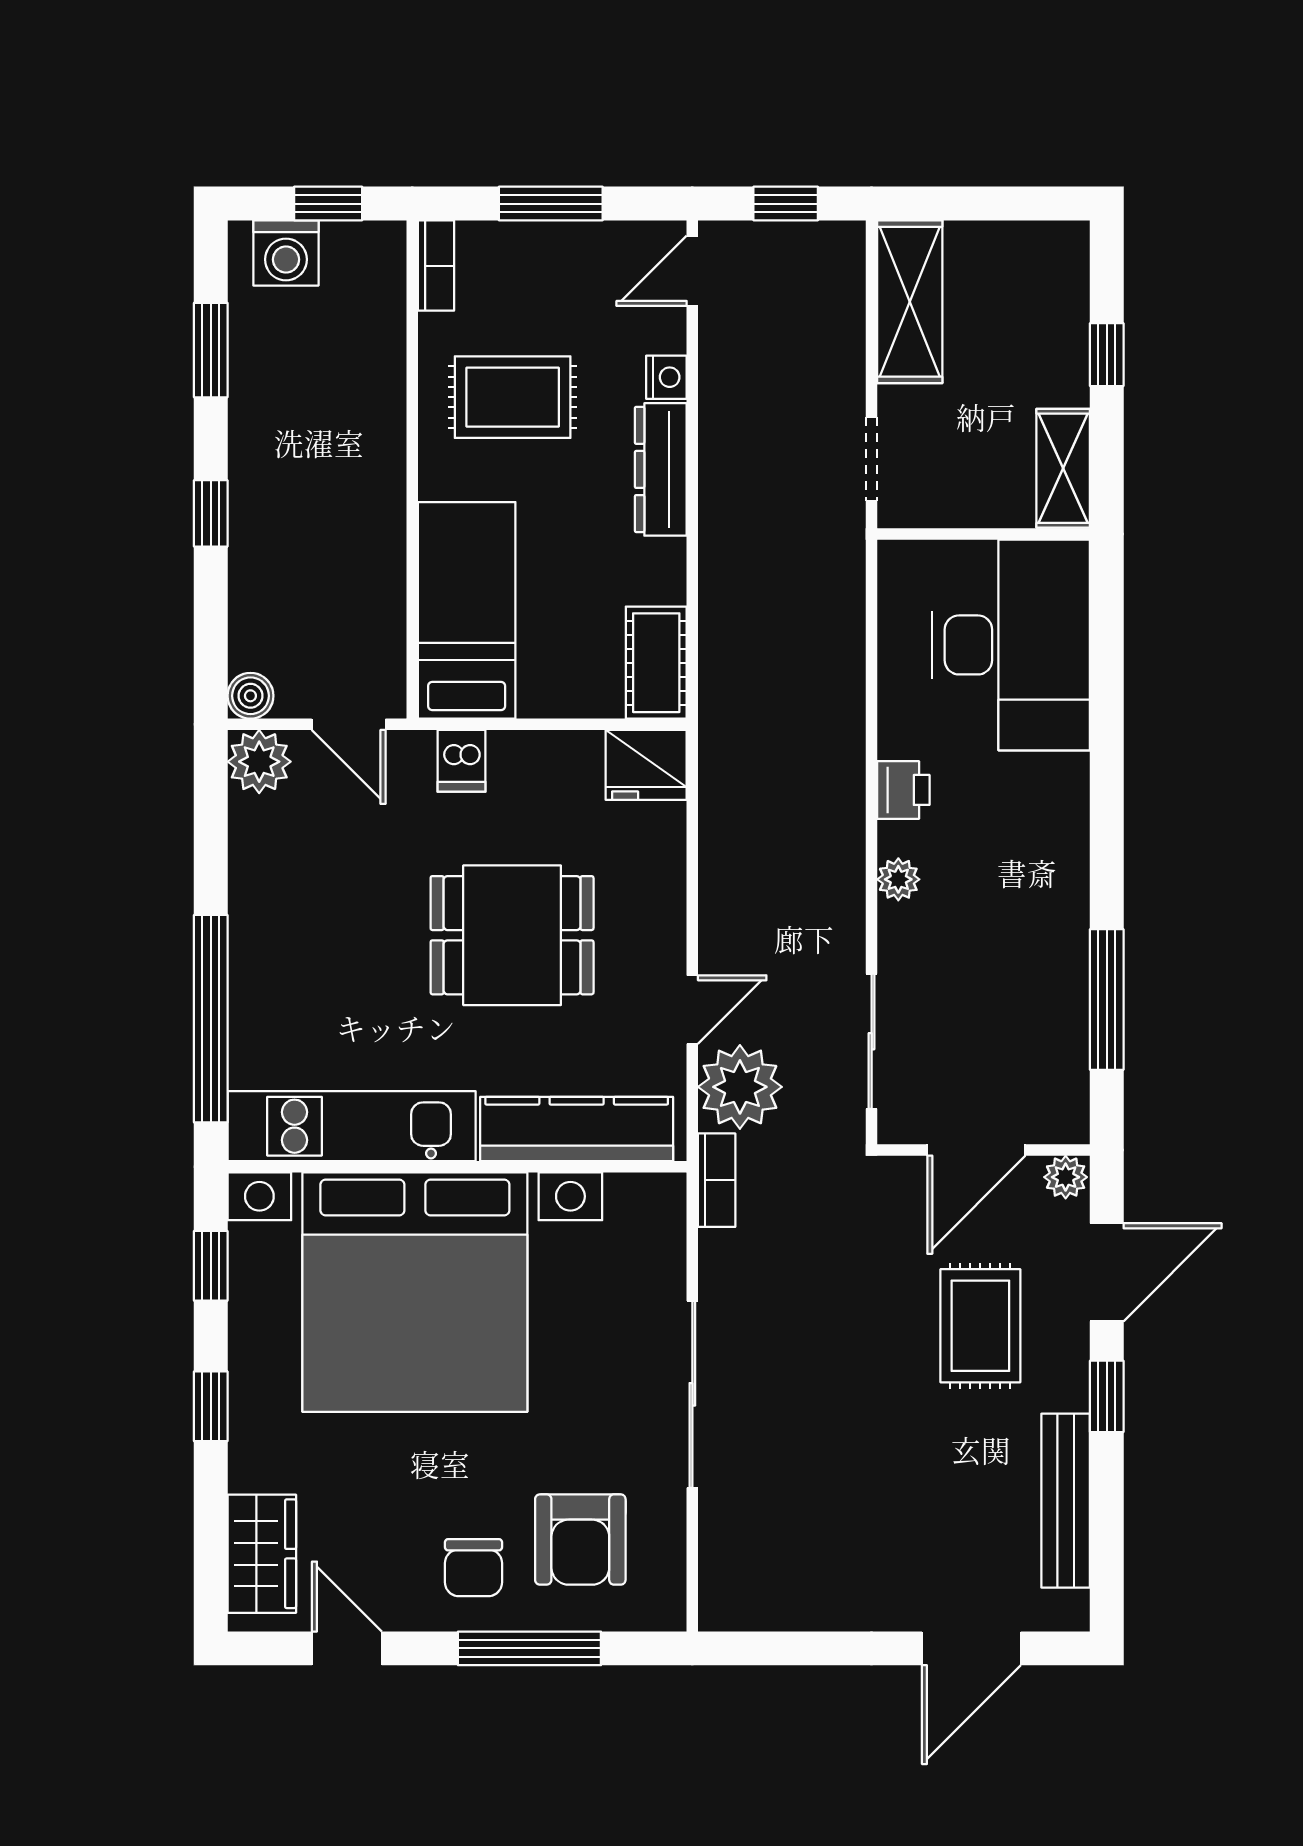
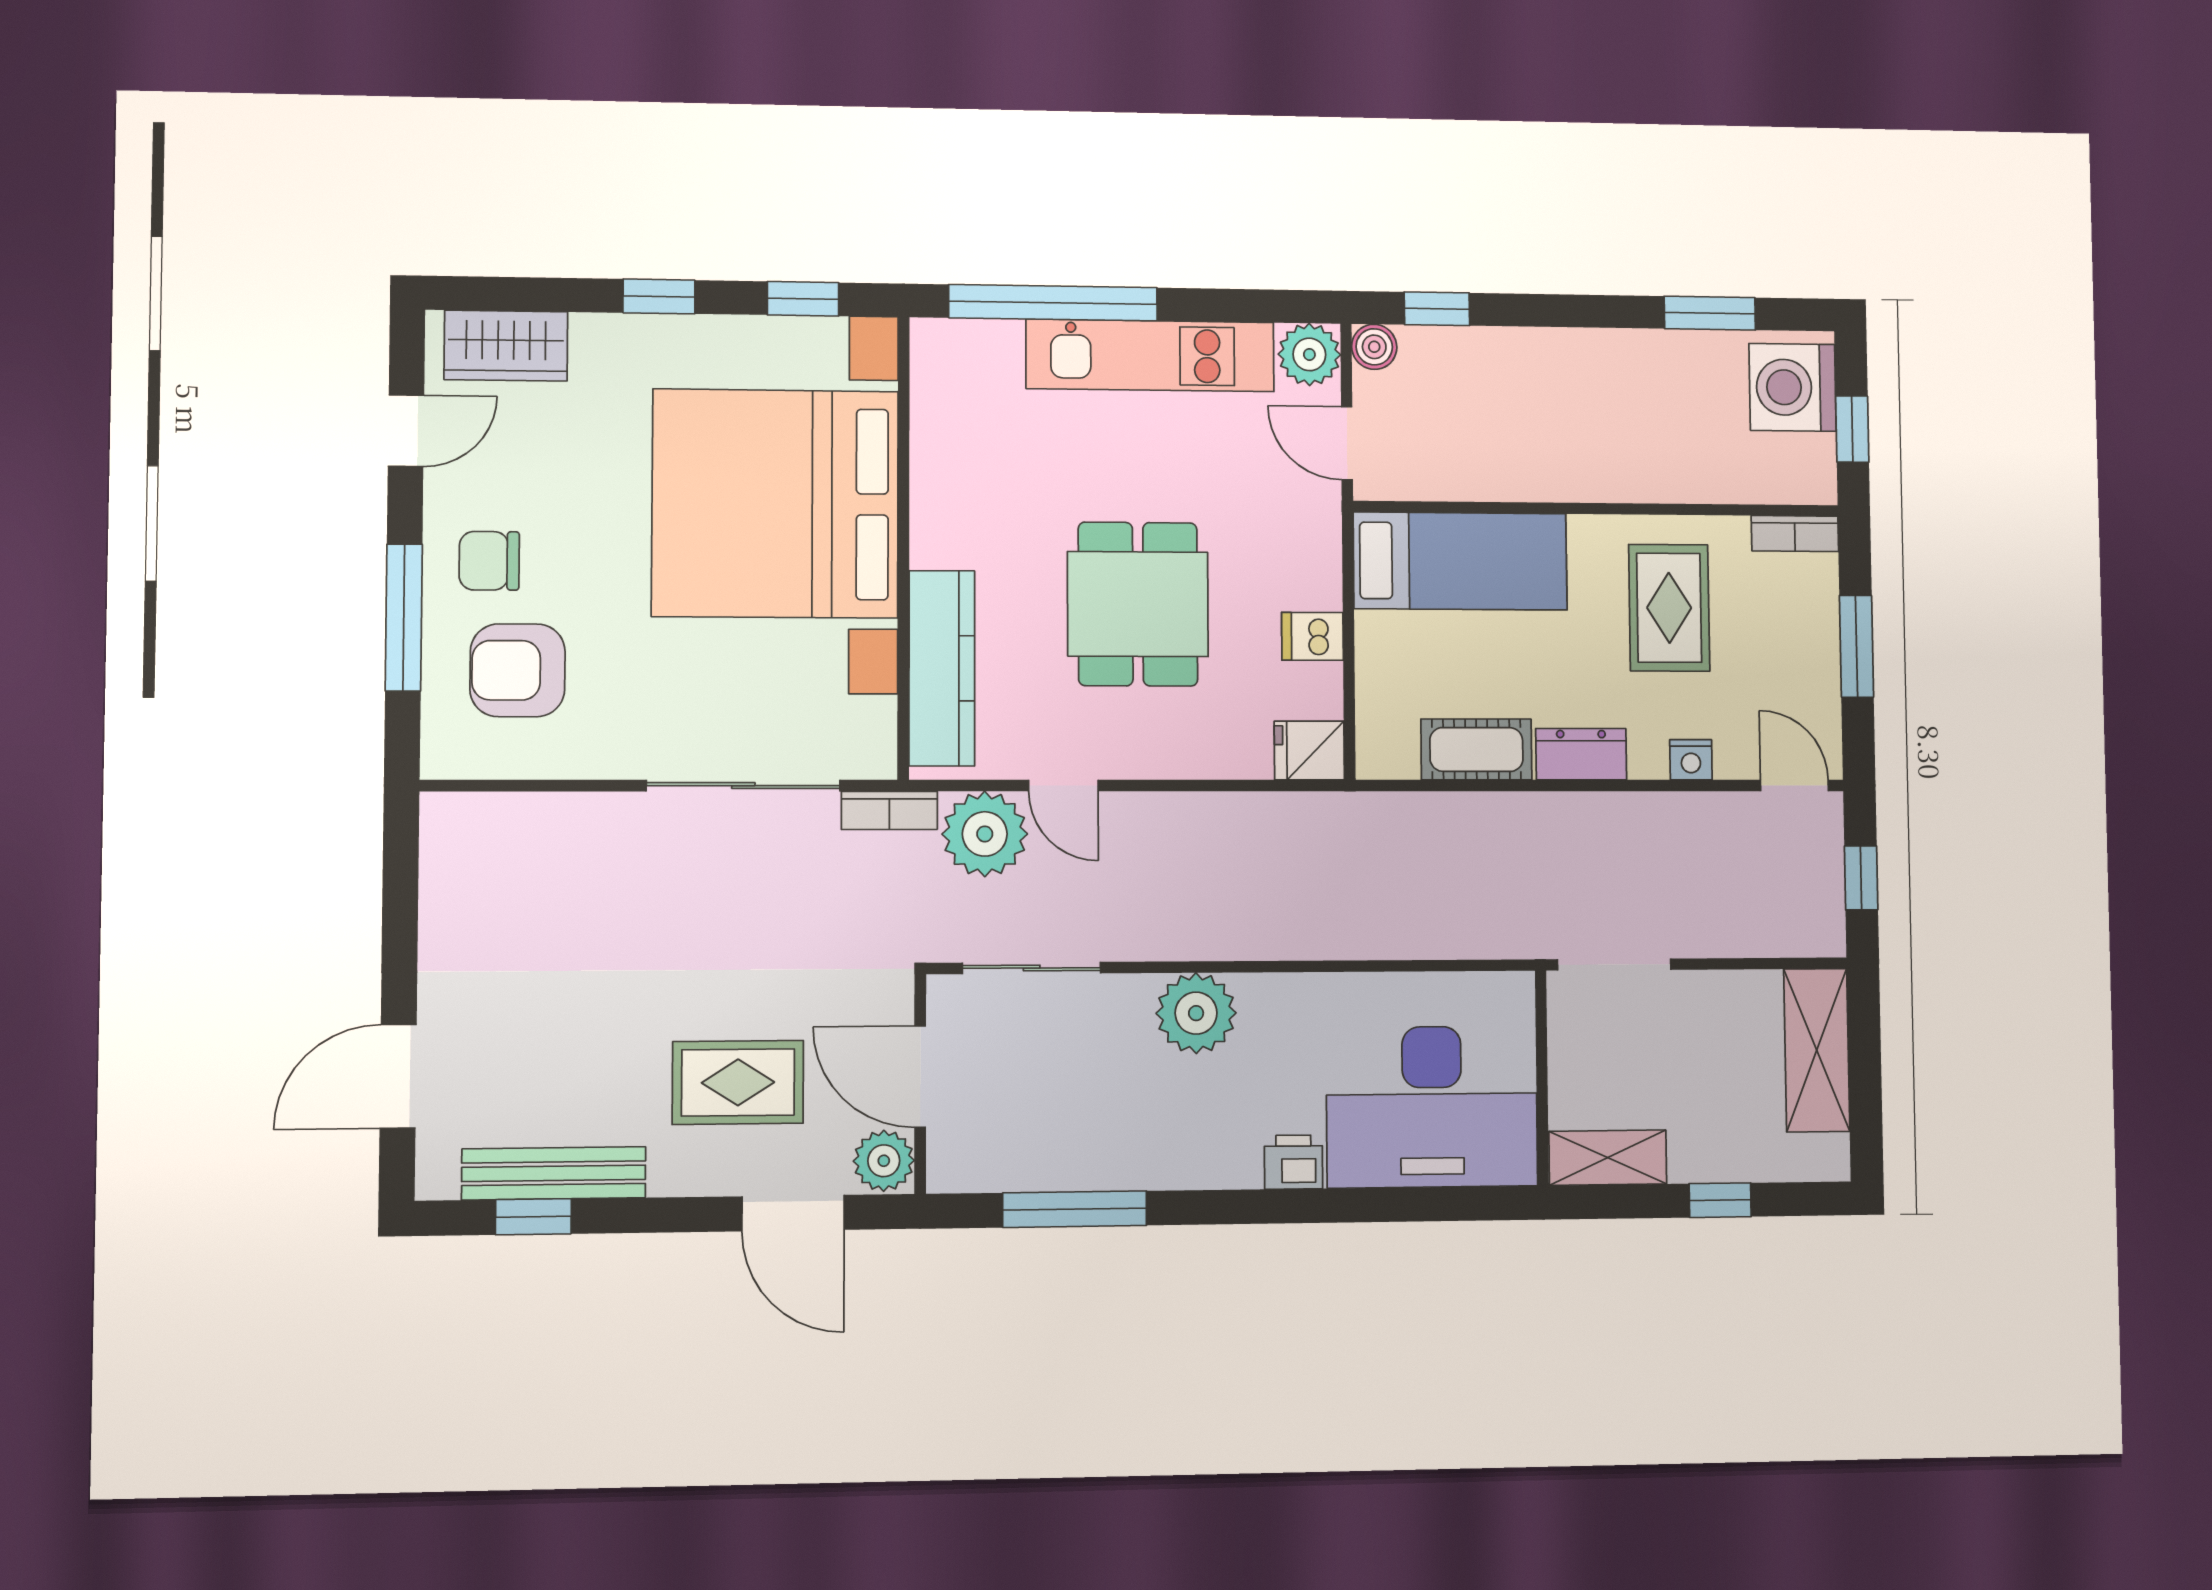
washing machine: (286, 253) -> (1793, 387), width x1.37, depth x1.37
shelving: (910, 302) -> (1817, 1050), moved, turned 90
doorway: (872, 459) -> (1614, 965), width x1.38
dresser: (661, 469) -> (1581, 754), width x0.70
window: (211, 513) -> (1437, 309), moved
cot: (656, 663) -> (1476, 750), moved
door: (349, 724) -> (1347, 443), hinge flipped
dishwasher: (461, 761) -> (1312, 636), moved
fridge: (646, 765) -> (1309, 750), width x0.72
printer: (903, 790) -> (1294, 1162), moved, turned 180
plant: (898, 879) -> (1196, 1013), width x1.88, depth x1.88
kitchen unit: (352, 1126) -> (1150, 355), moved, turned 90
plant: (1066, 1177) -> (884, 1161), width x1.38, depth x1.38
sliding door: (692, 1394) -> (743, 786), moved
window: (1107, 1396) -> (533, 1217), moved
door: (971, 1648) -> (398, 1076), hinge flipped

